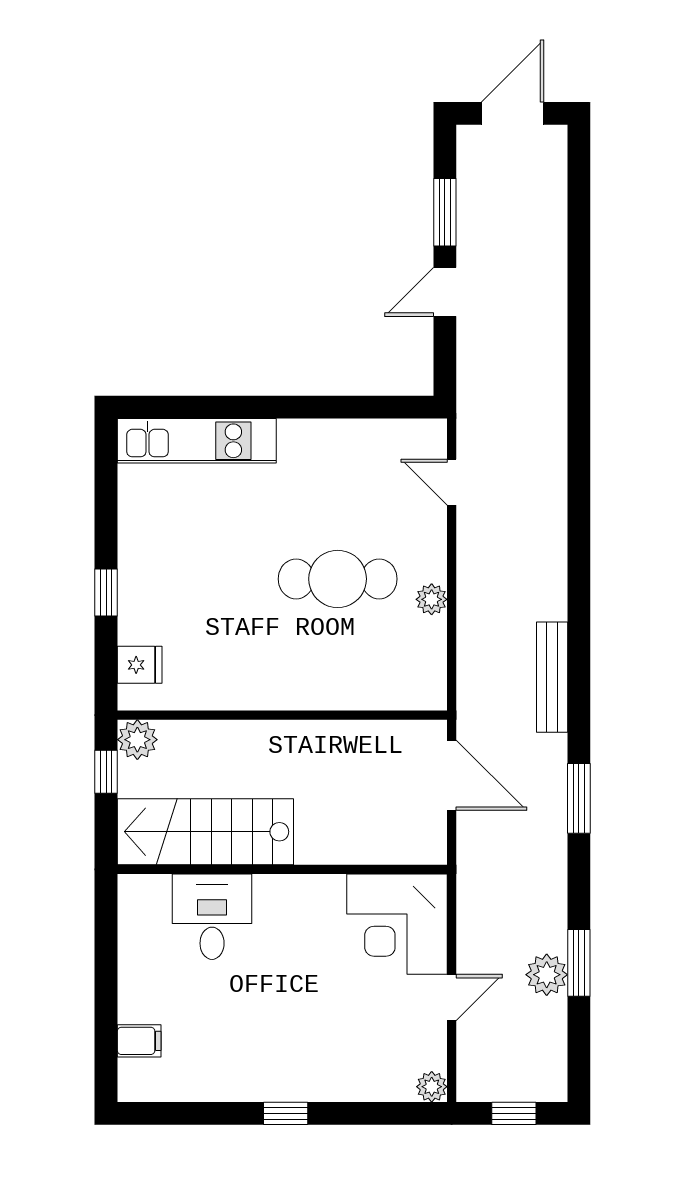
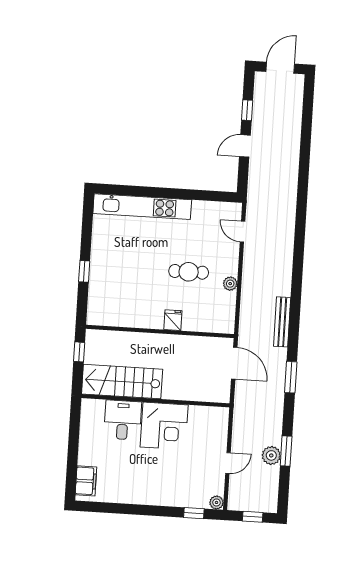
window: (445, 212) -> (247, 110), width x0.67
kitchen unit: (197, 441) -> (142, 207), width x1.36
cafe table: (338, 579) -> (189, 272), width x0.73, depth x0.74
fridge: (140, 665) -> (173, 320), moved, turned -90
plant: (137, 740) -> (94, 338), removed
corner desk: (397, 924) -> (164, 426), moved, turned -90
filing cabinet: (139, 1041) -> (86, 481), width x2.00
window: (286, 1113) -> (194, 513), moved

